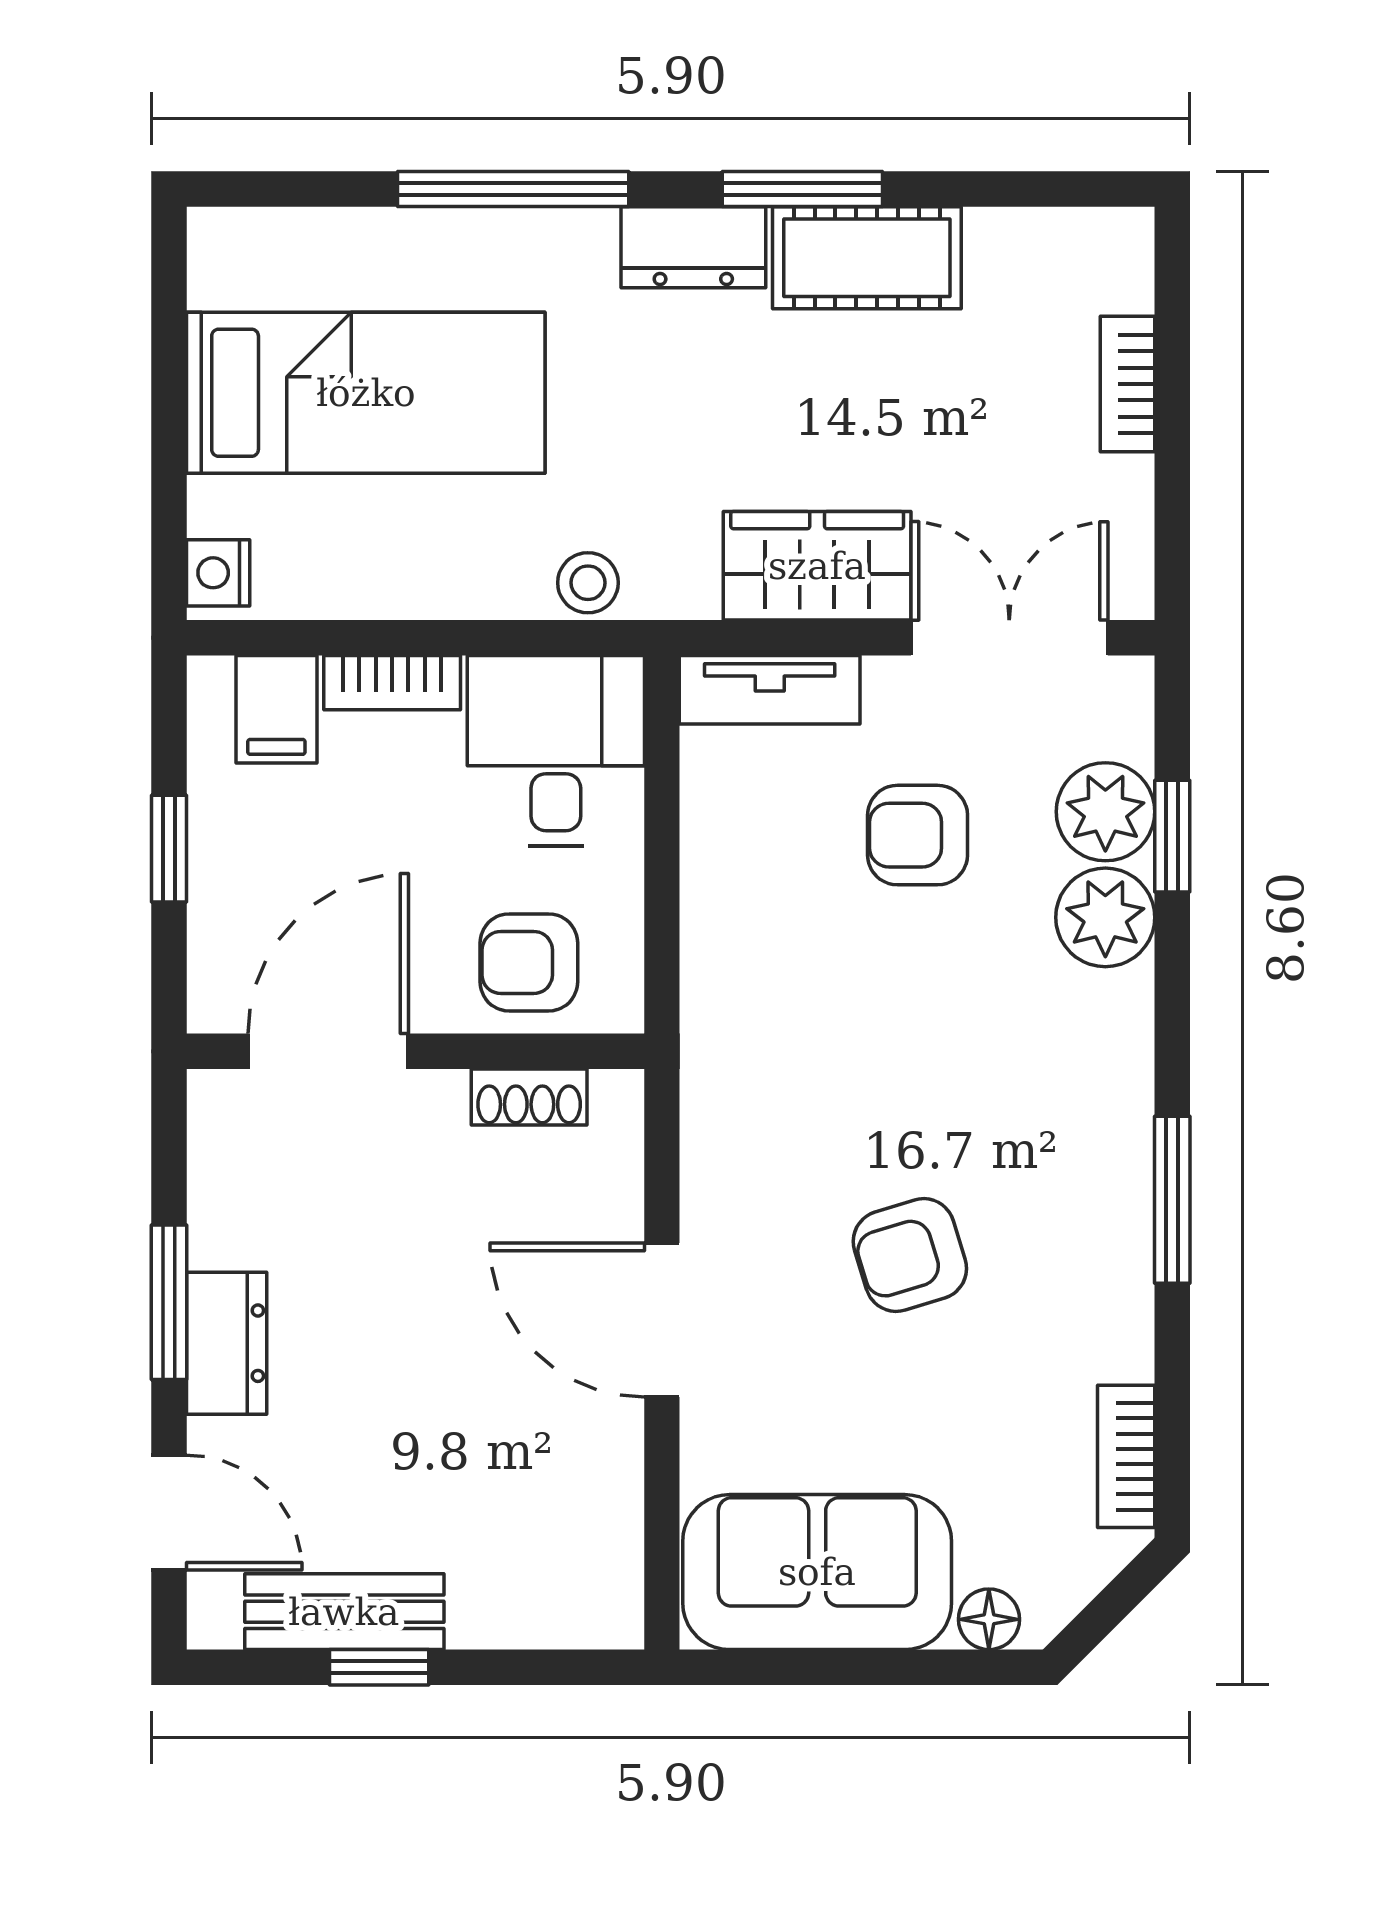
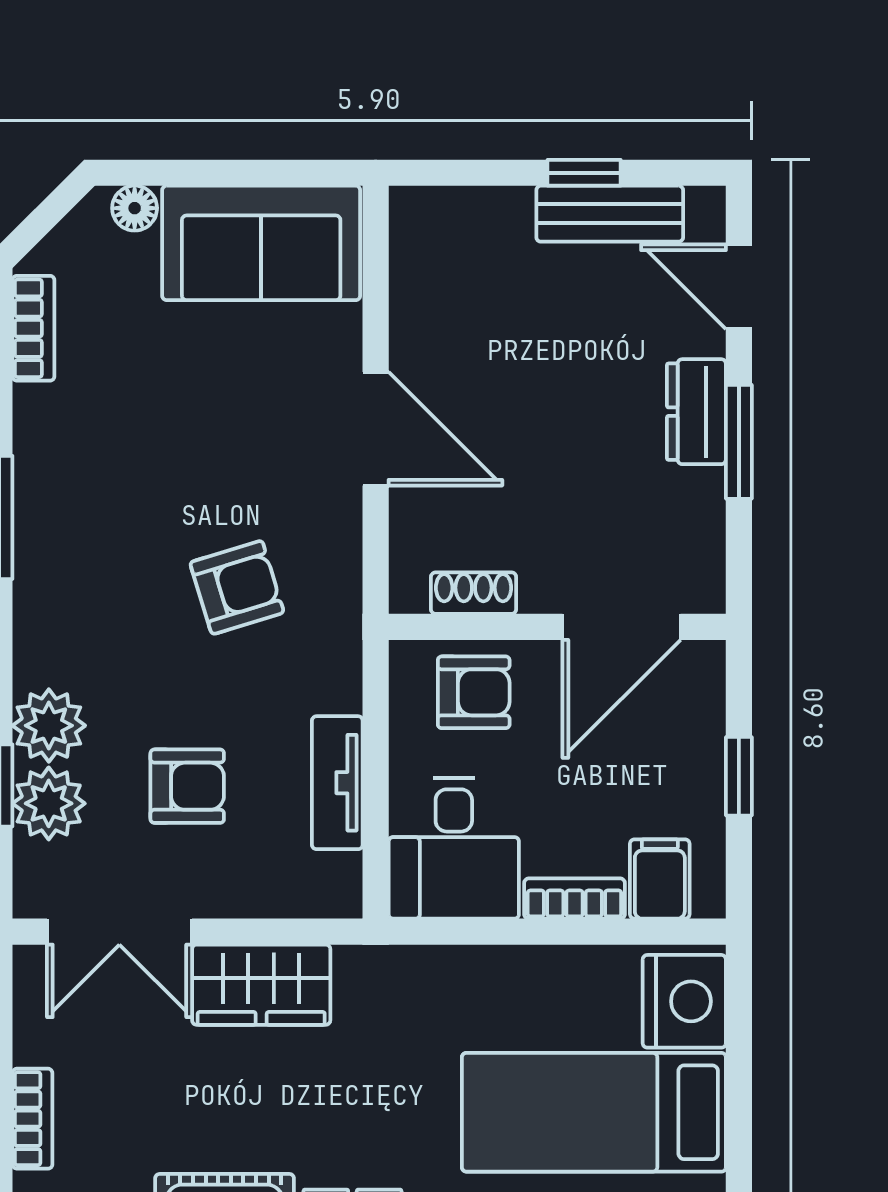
nightstand: (218, 573) -> (684, 1001), width x1.89, depth x1.79
stool: (588, 583) -> (430, 972), removed
tv unit: (770, 690) -> (337, 783), moved, turned -90
armchair: (910, 1255) -> (237, 587), moved

